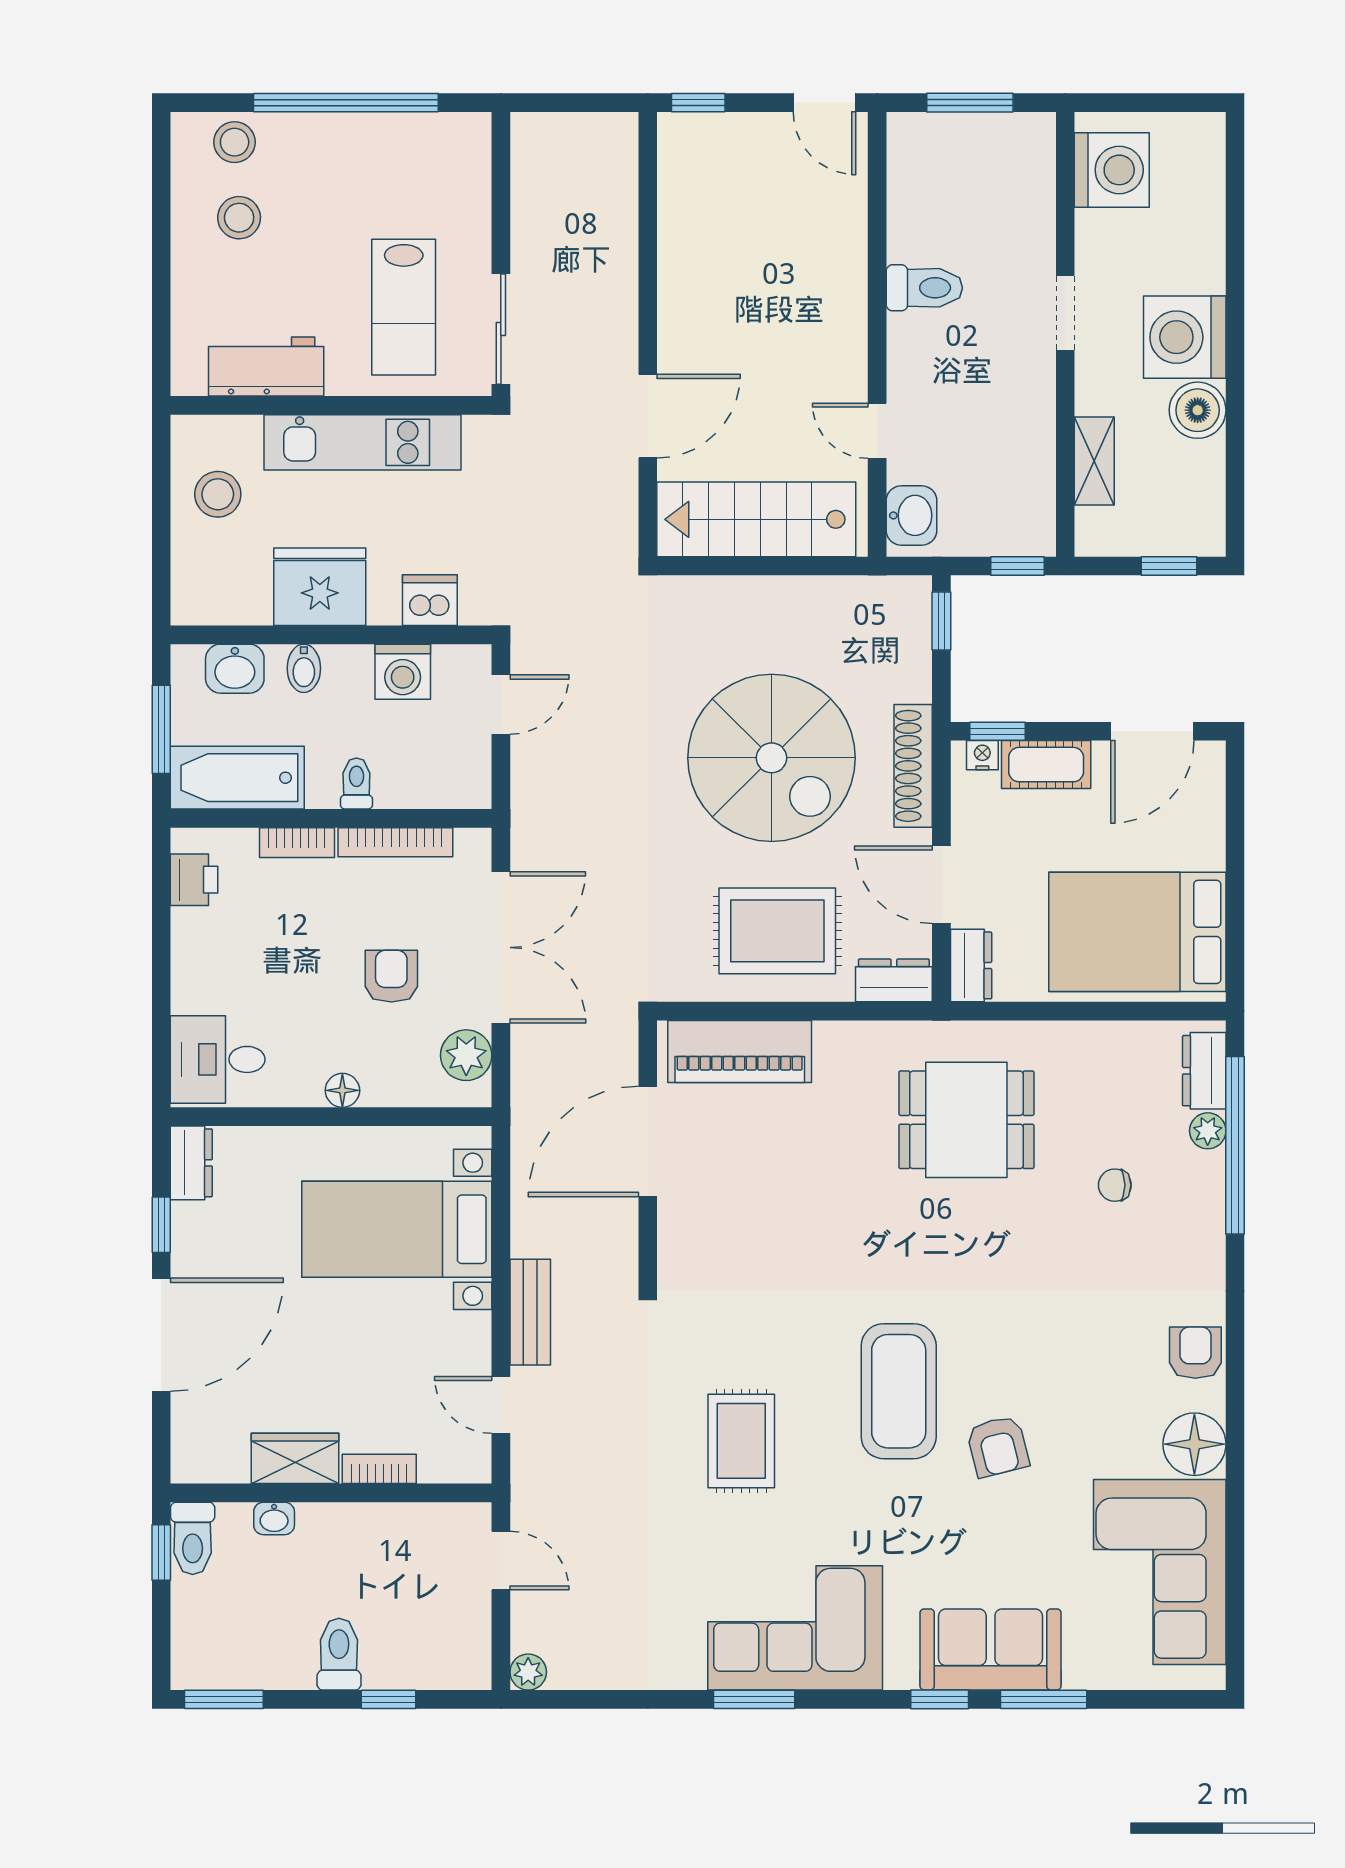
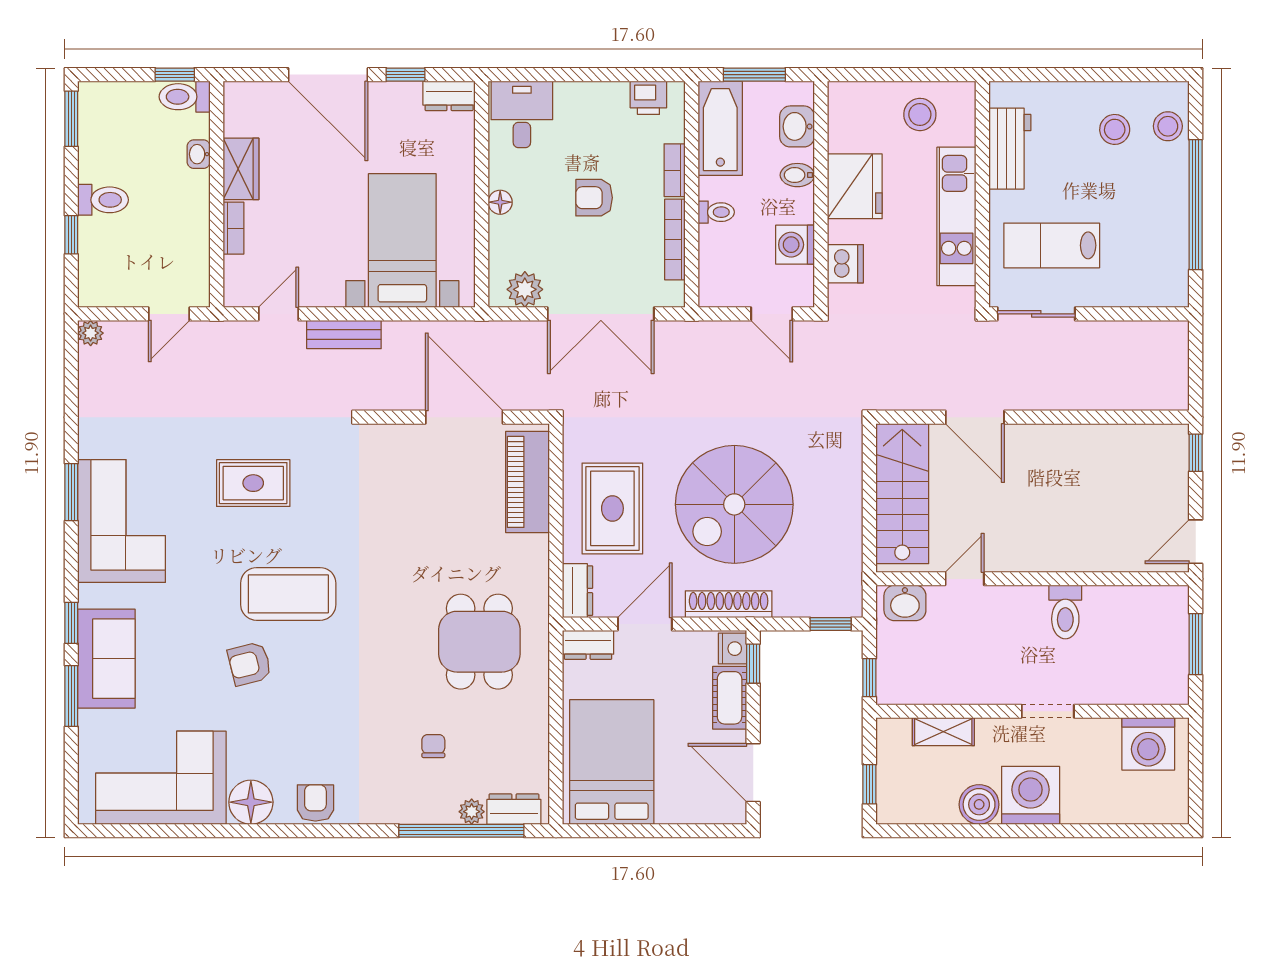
nightstand: (982, 755) -> (732, 649), width x1.39, depth x1.35
armchair: (391, 976) -> (594, 198), moved, turned 180
armchair: (1195, 1353) -> (315, 803), turned -90

